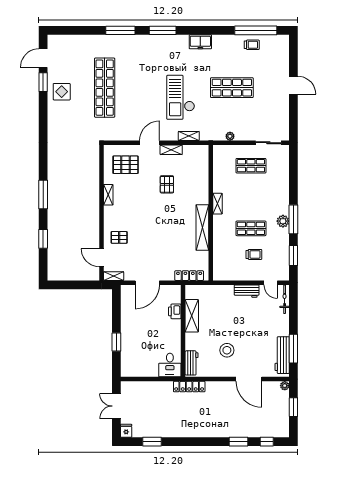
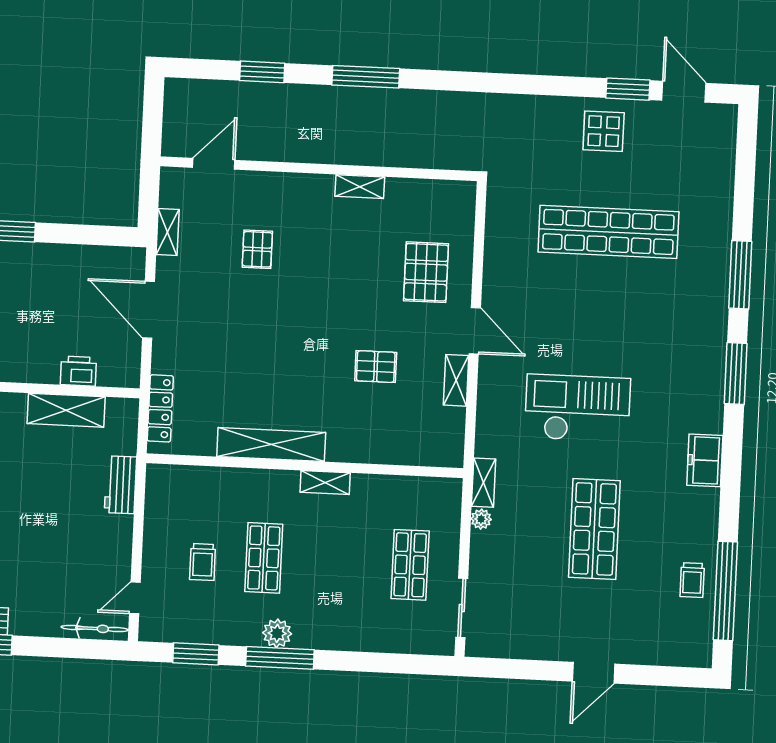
shelving: (189, 136) -> (484, 483), moved
shelving: (108, 195) -> (360, 187), moved
wall: (101, 213) -> (319, 169), moved
door: (101, 258) -> (214, 164), moved
workbench: (247, 291) -> (121, 485), moved

